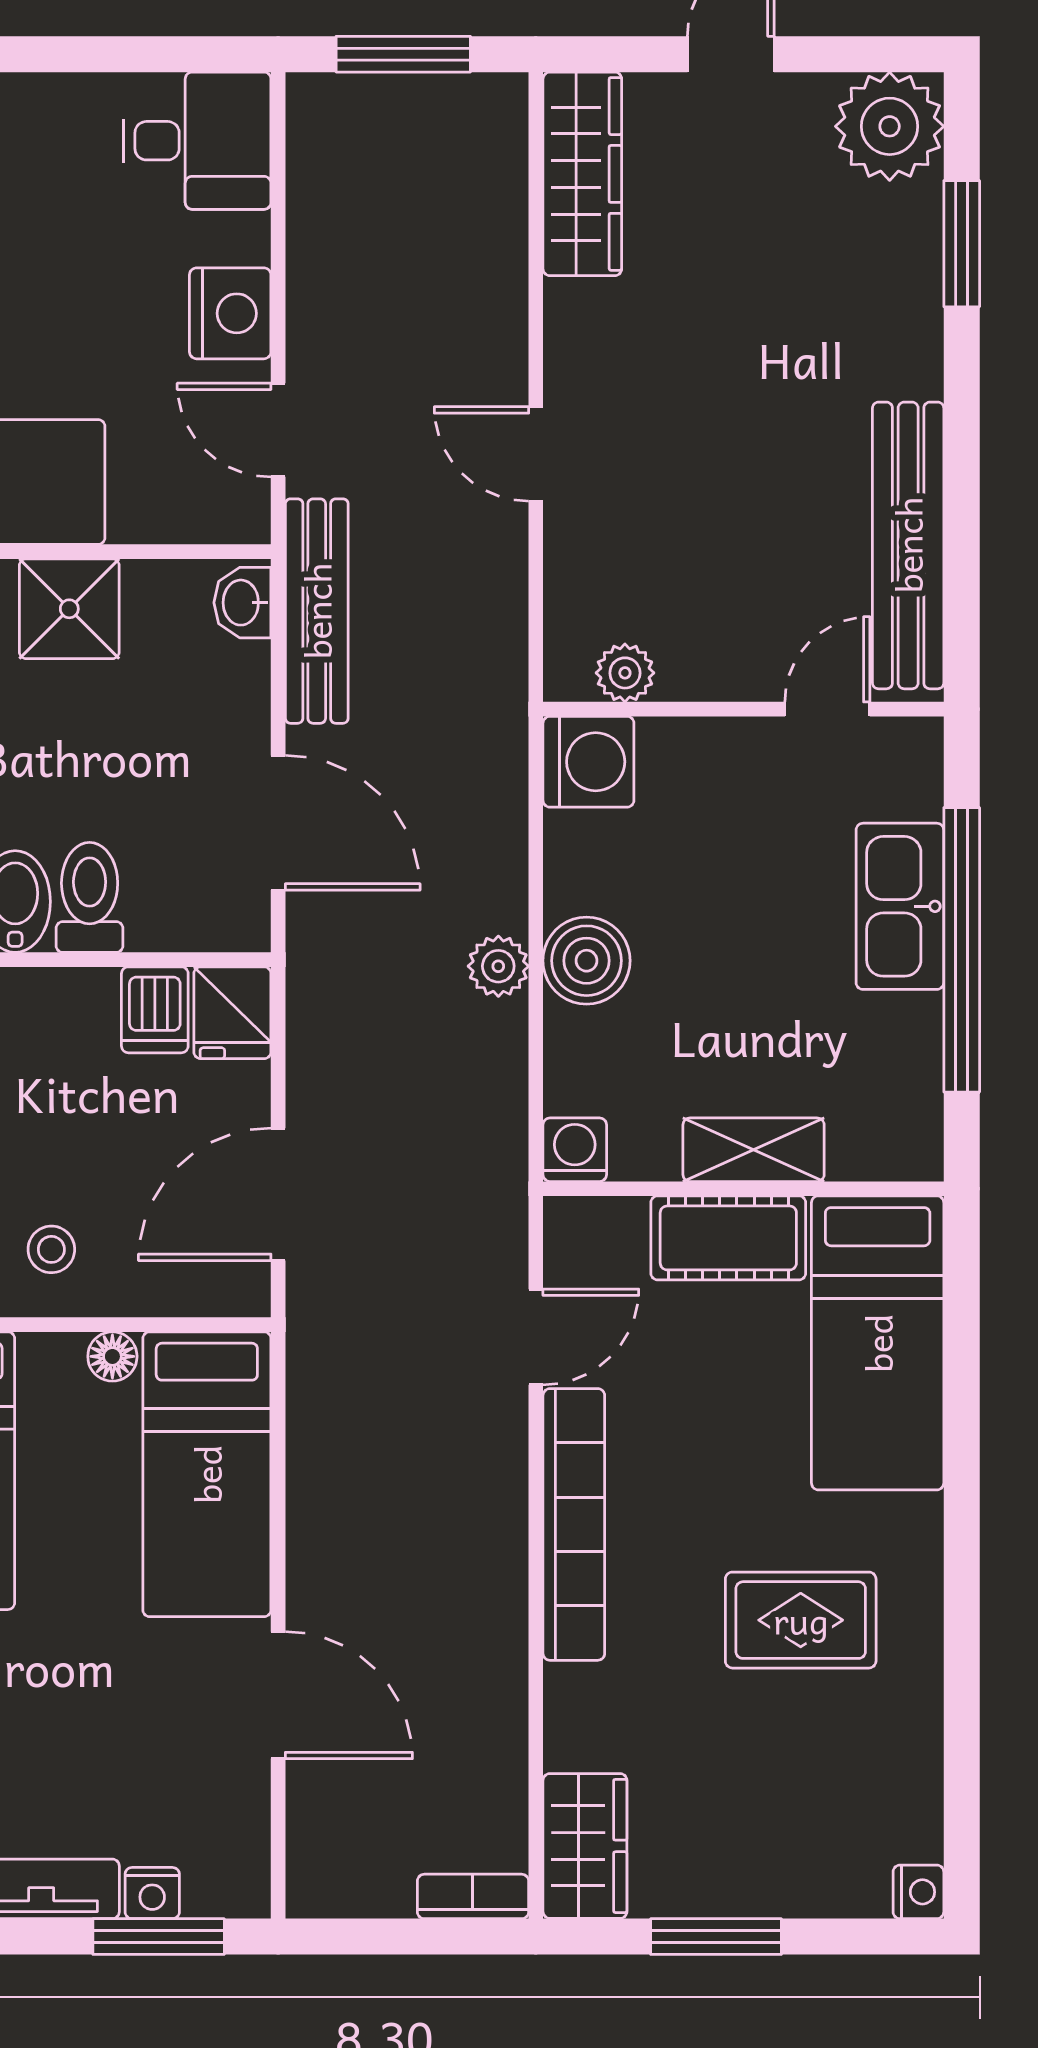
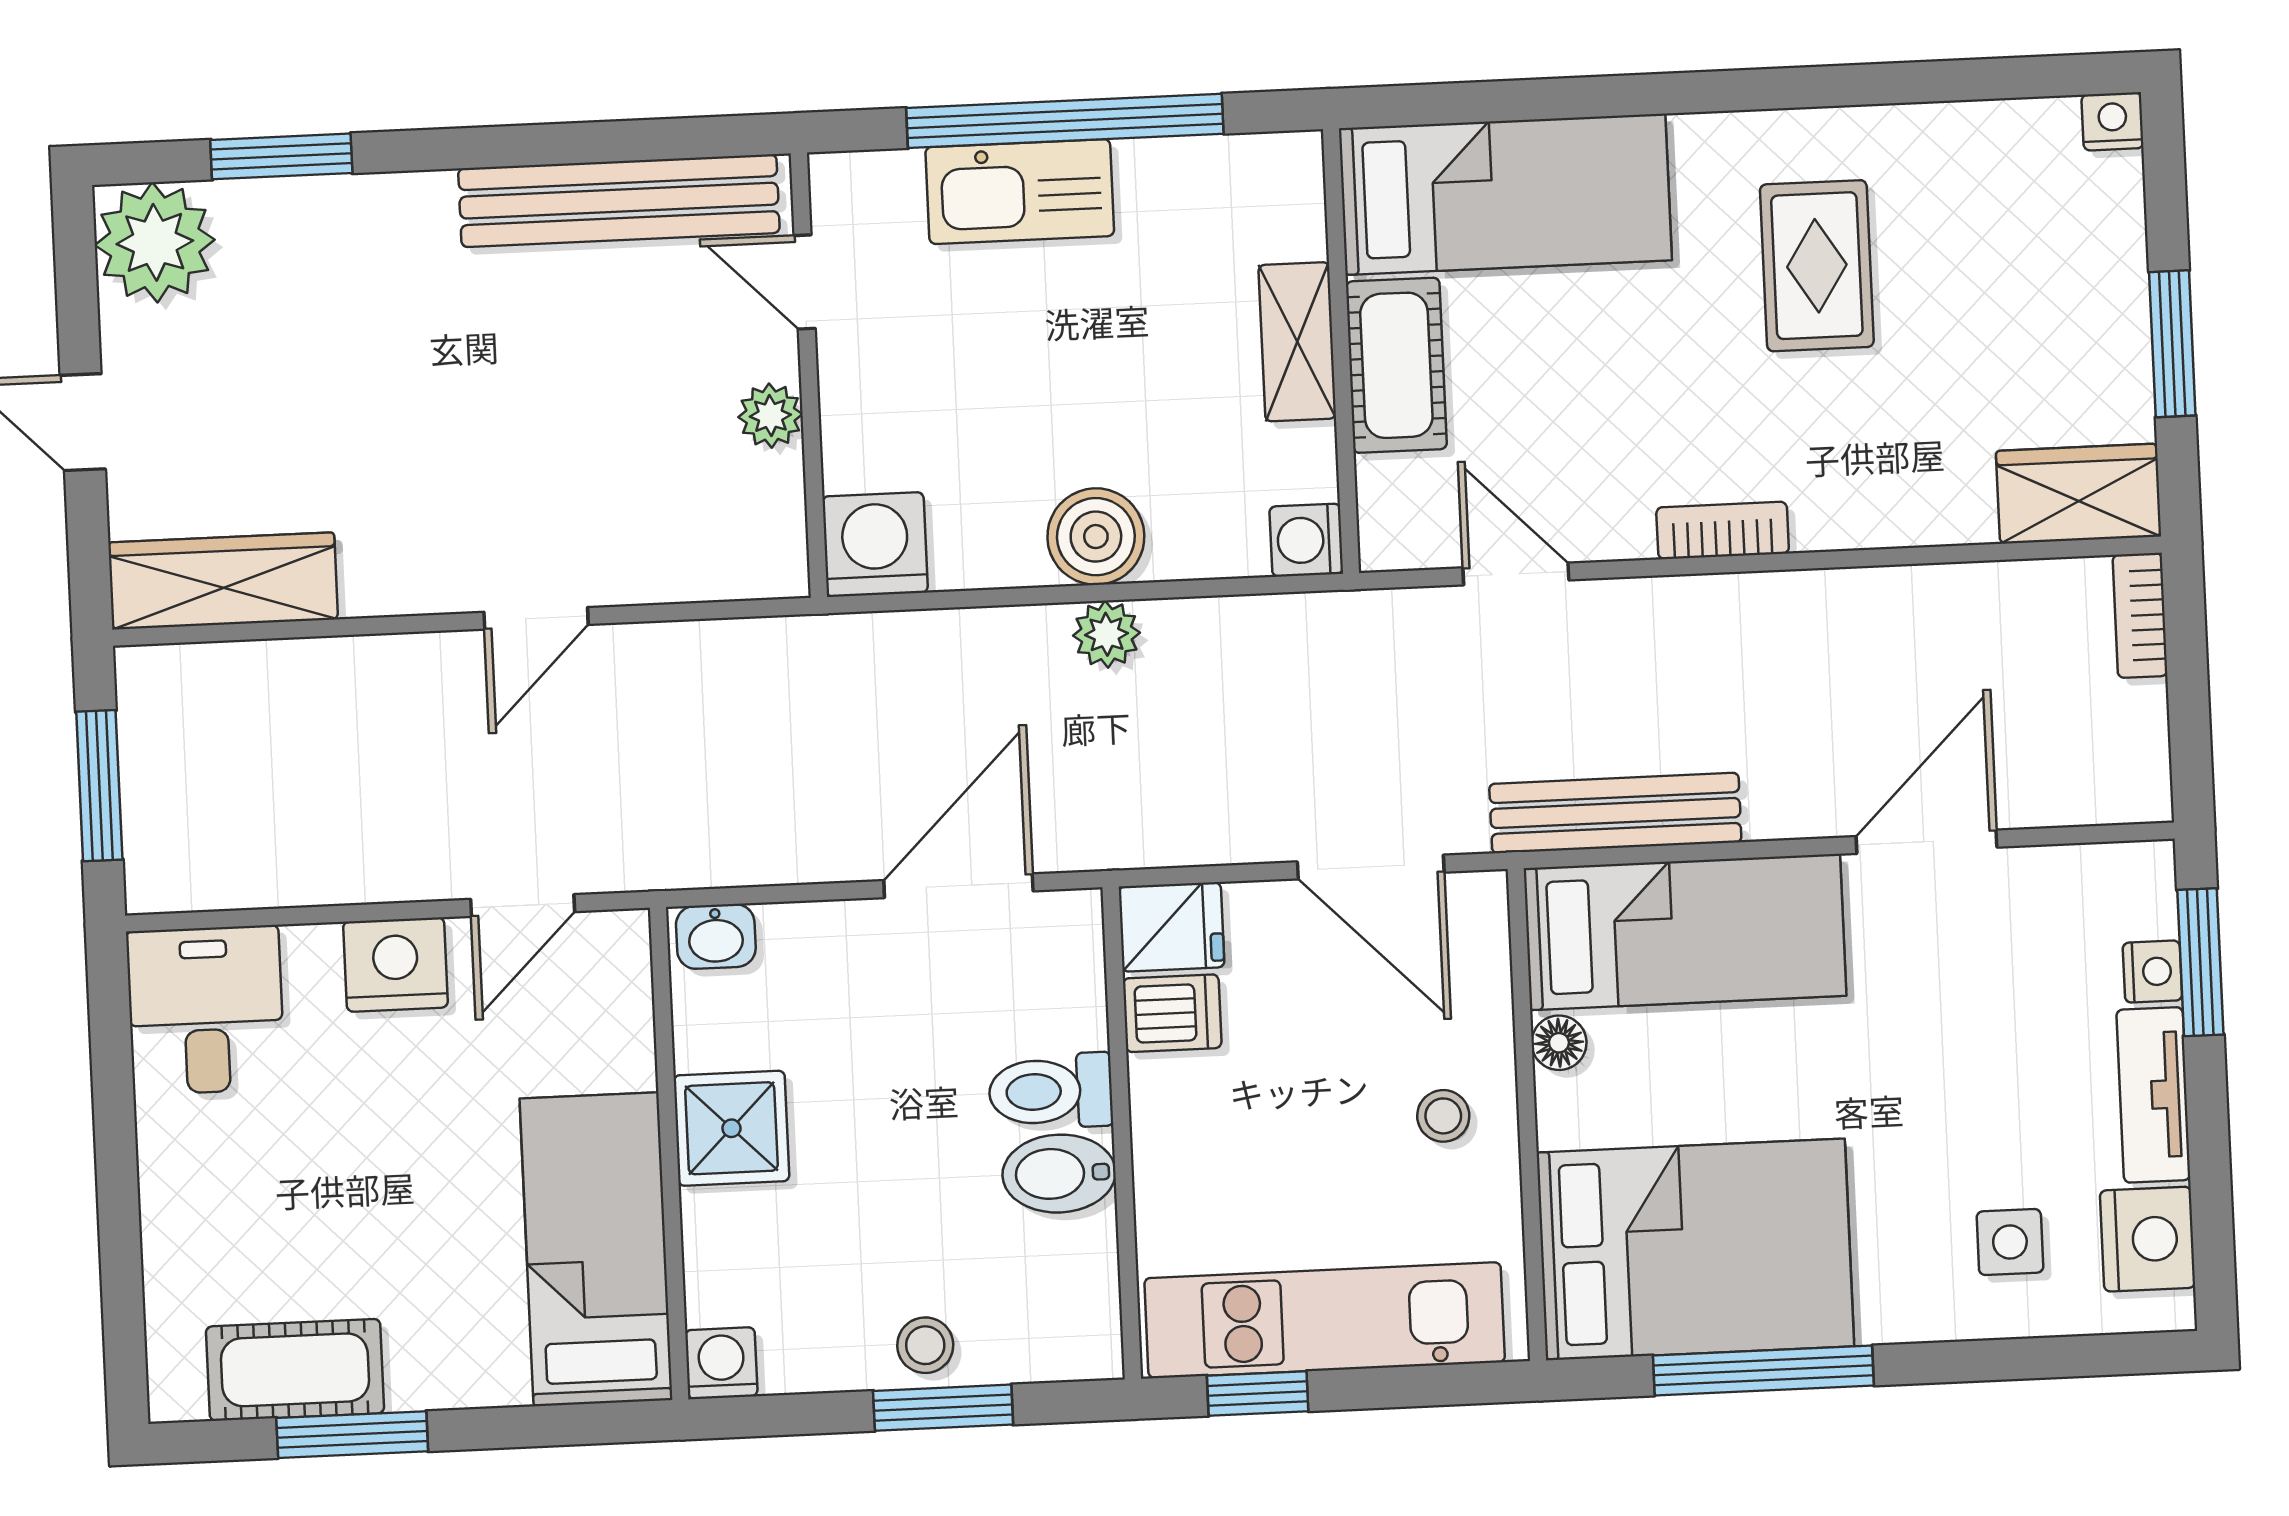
bench: (317, 611) -> (1615, 813), moved
plant: (625, 673) -> (770, 416), moved
bookcase: (574, 1524) -> (1723, 530), width x0.43, depth x0.76

